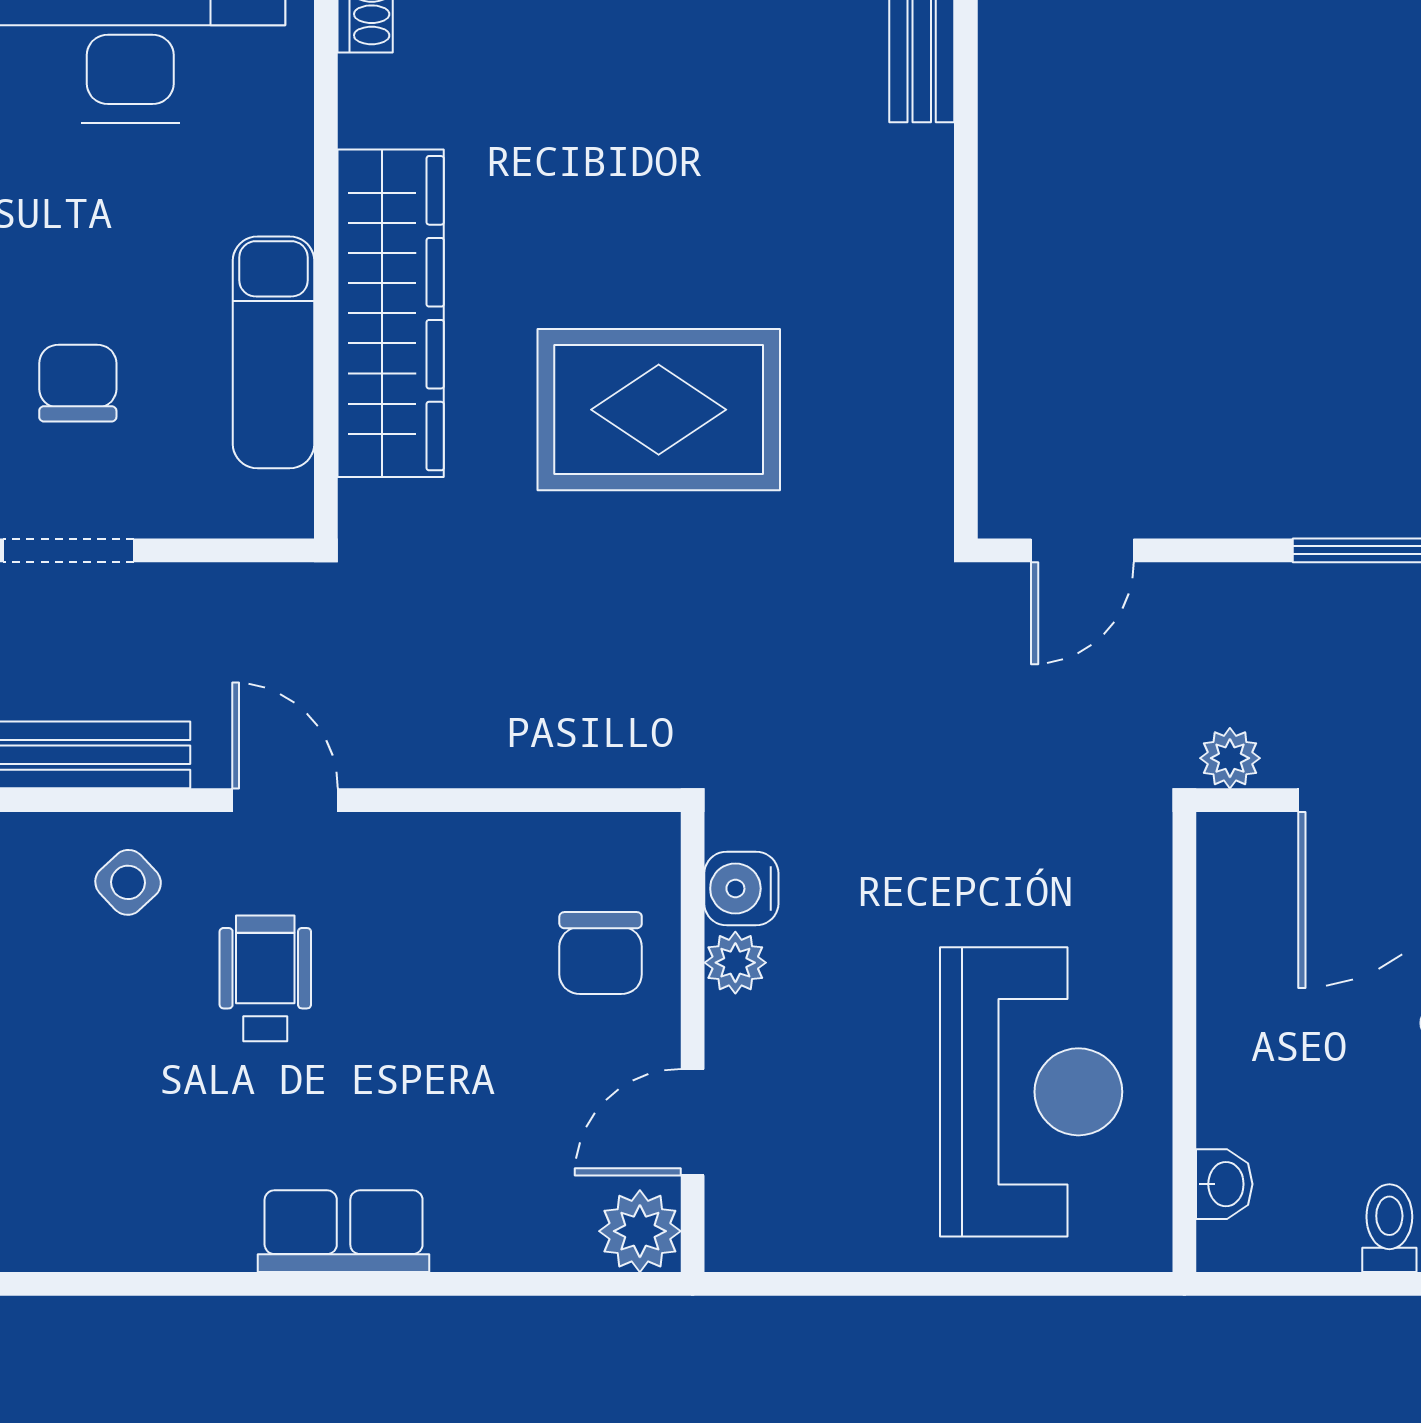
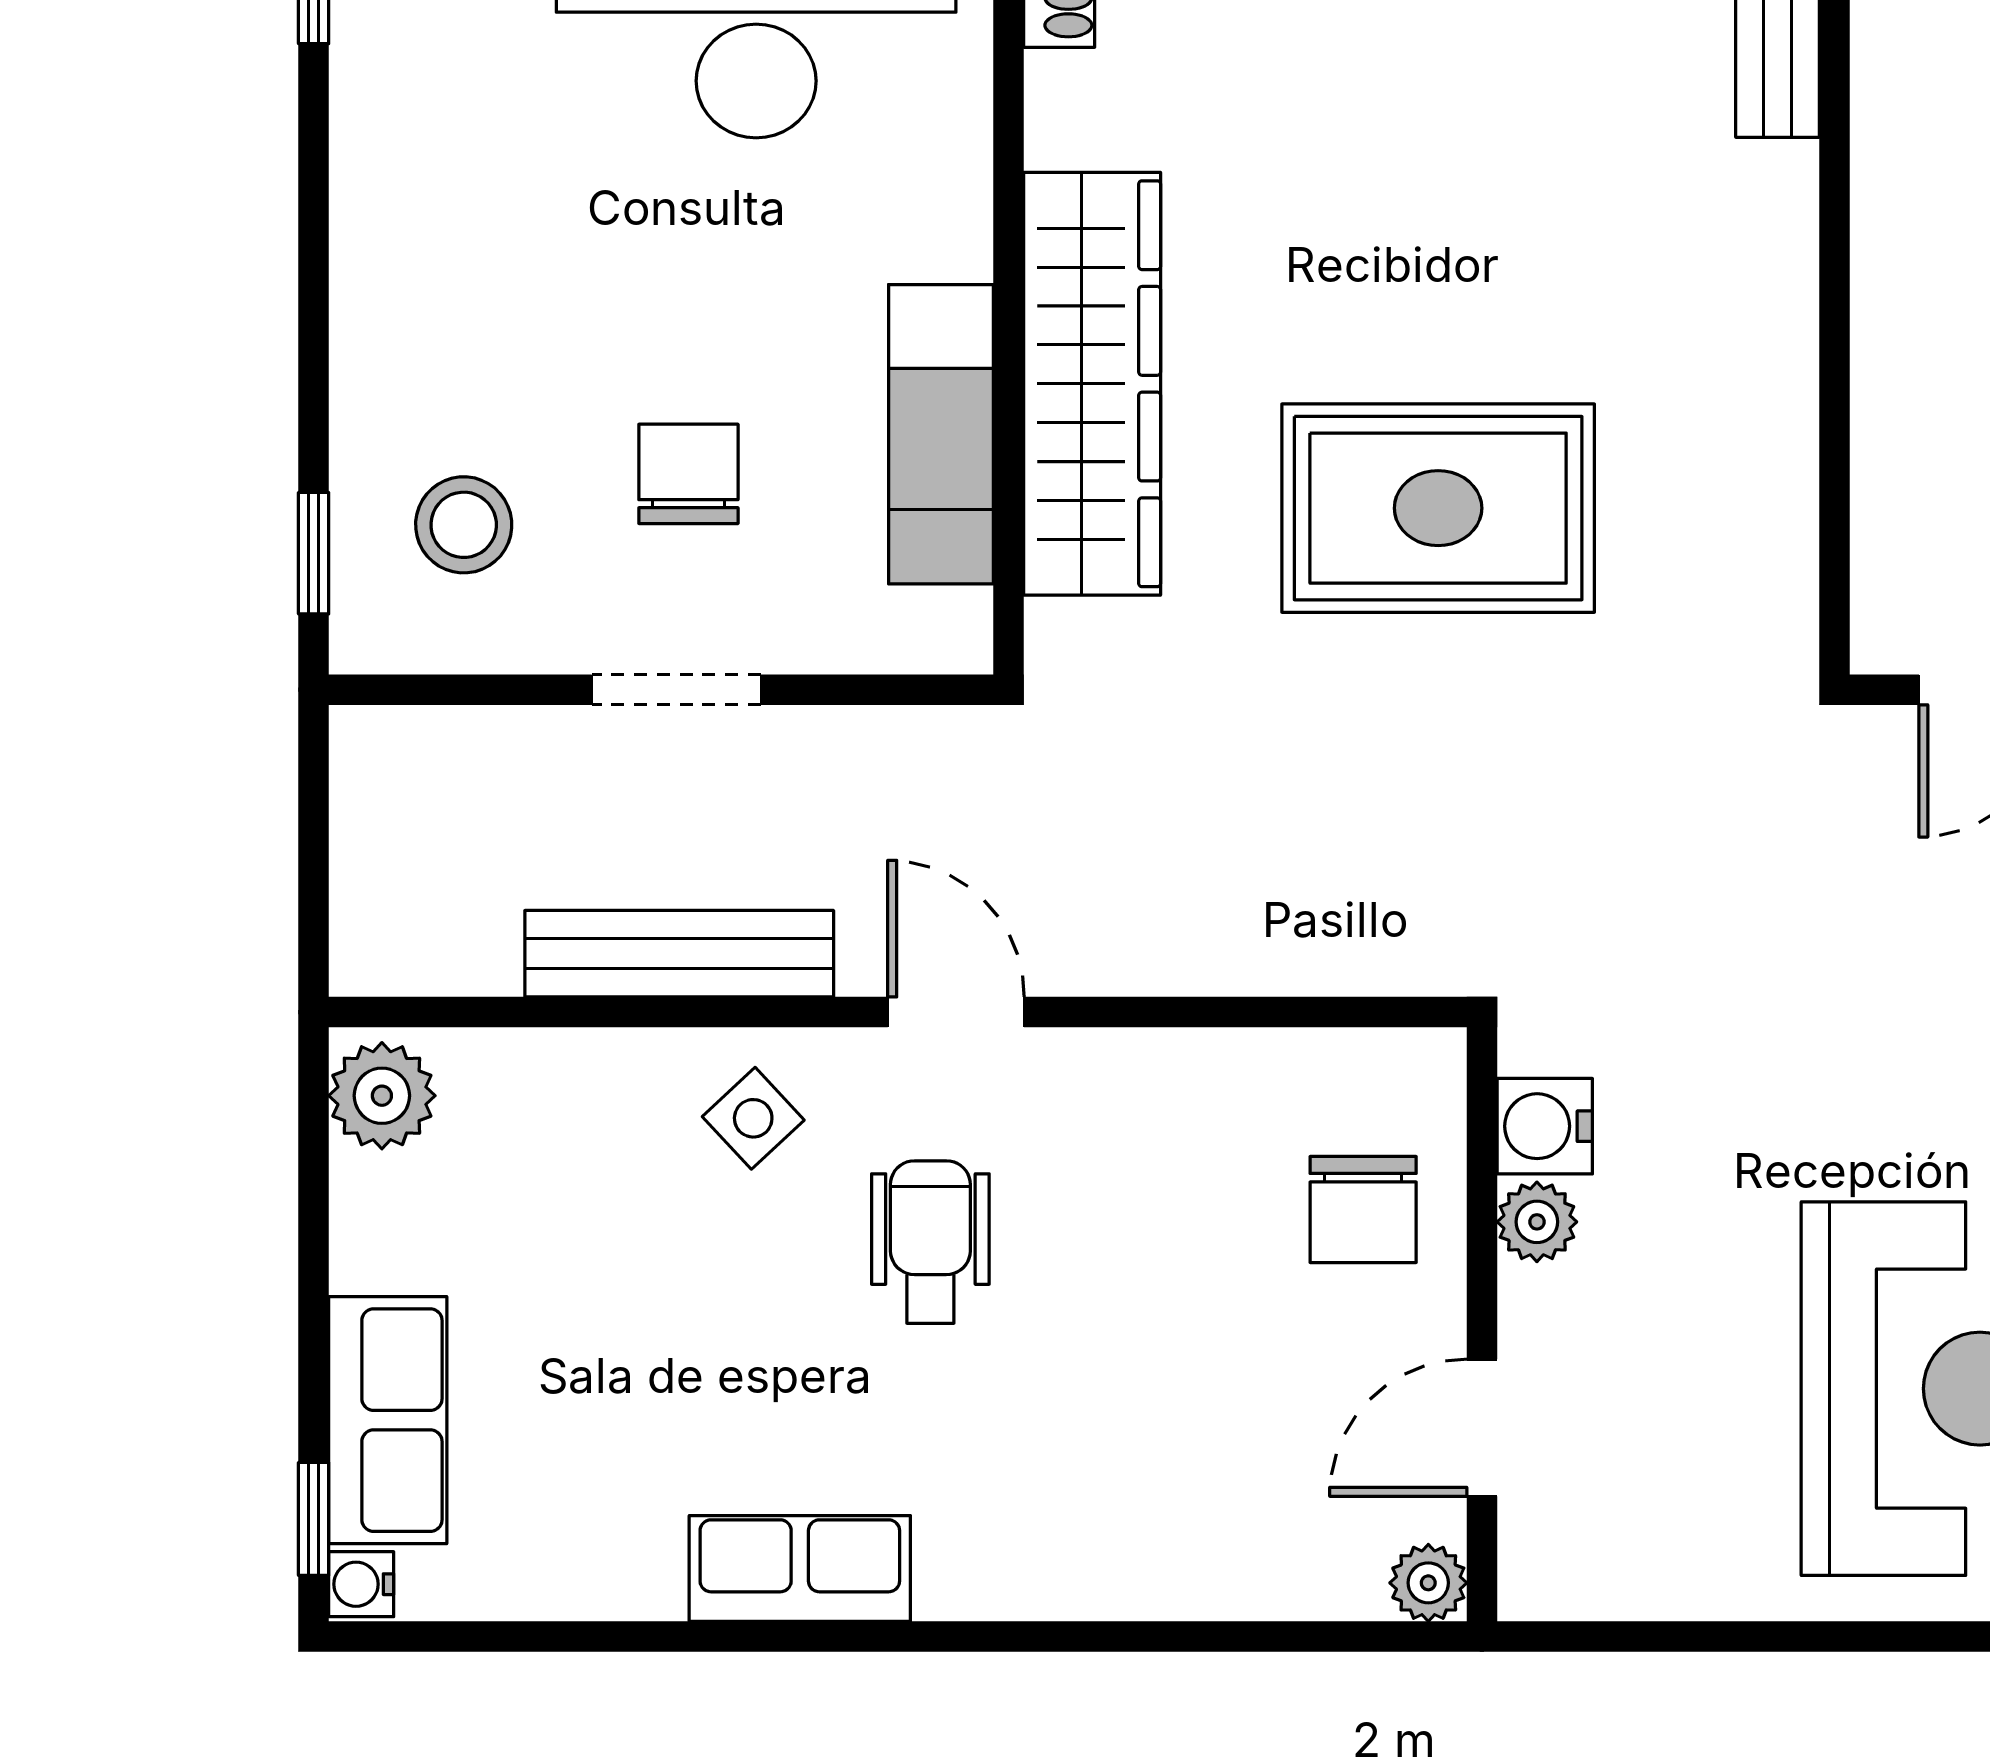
row of seats: (344, 1231) -> (800, 1569), moved
plant: (640, 1231) -> (1428, 1583), width x0.73, depth x0.73

